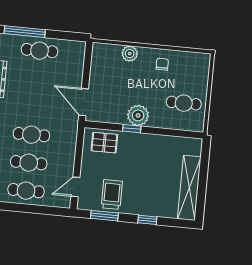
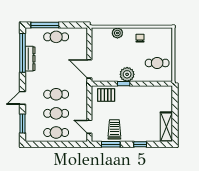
door: (75, 187) -> (89, 127), hinge flipped
shelving: (189, 188) -> (166, 127), width x0.68

